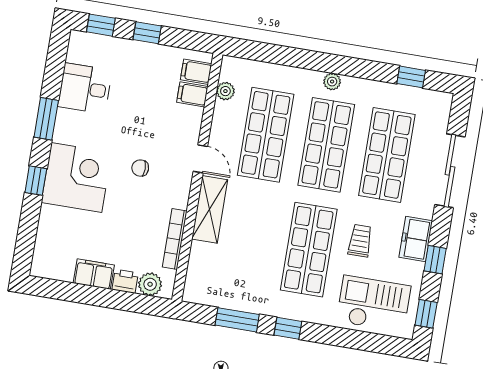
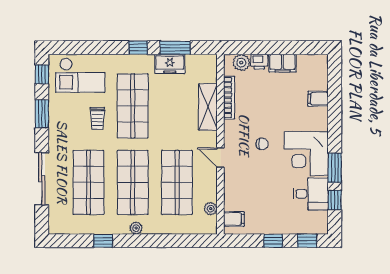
window: (411, 77) -> (103, 241), moved
filing cabinet: (192, 94) -> (318, 99), moved, turned 180
corner desk: (76, 178) -> (306, 154), moved
window: (36, 181) -> (335, 200), moved
shelving: (210, 209) -> (208, 107), moved
freezer: (416, 239) -> (170, 64), moved, turned 90
window: (435, 260) -> (42, 114), width x1.50

